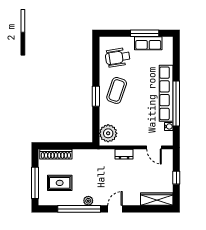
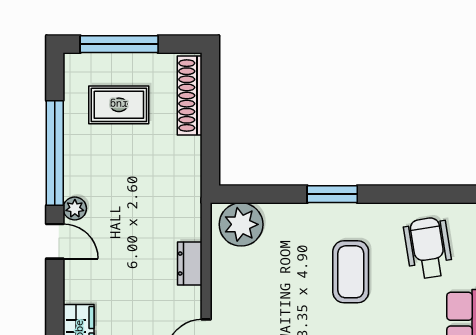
coffee table: (117, 90) -> (351, 272), moved, turned 71
rug: (60, 183) -> (119, 105), turned 90
plant: (88, 201) -> (75, 208), moved

